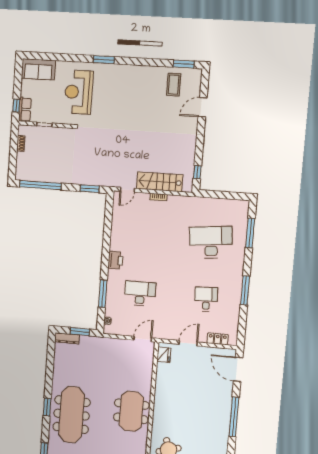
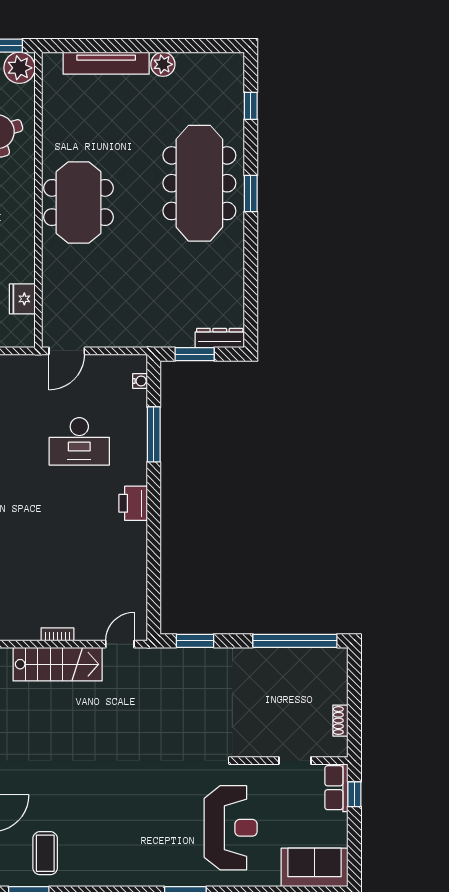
fridge: (164, 355) -> (22, 299), moved

